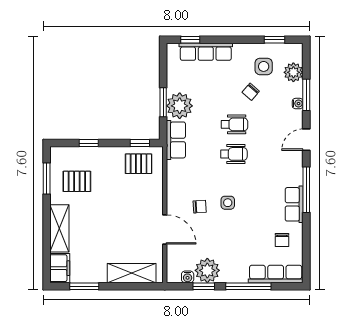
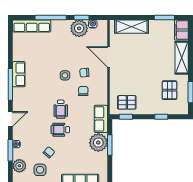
wheelchair: (234, 154) -> (61, 109), turned -90
pallet: (77, 181) -> (169, 90), turned 90
chair: (282, 240) -> (83, 91), moved

